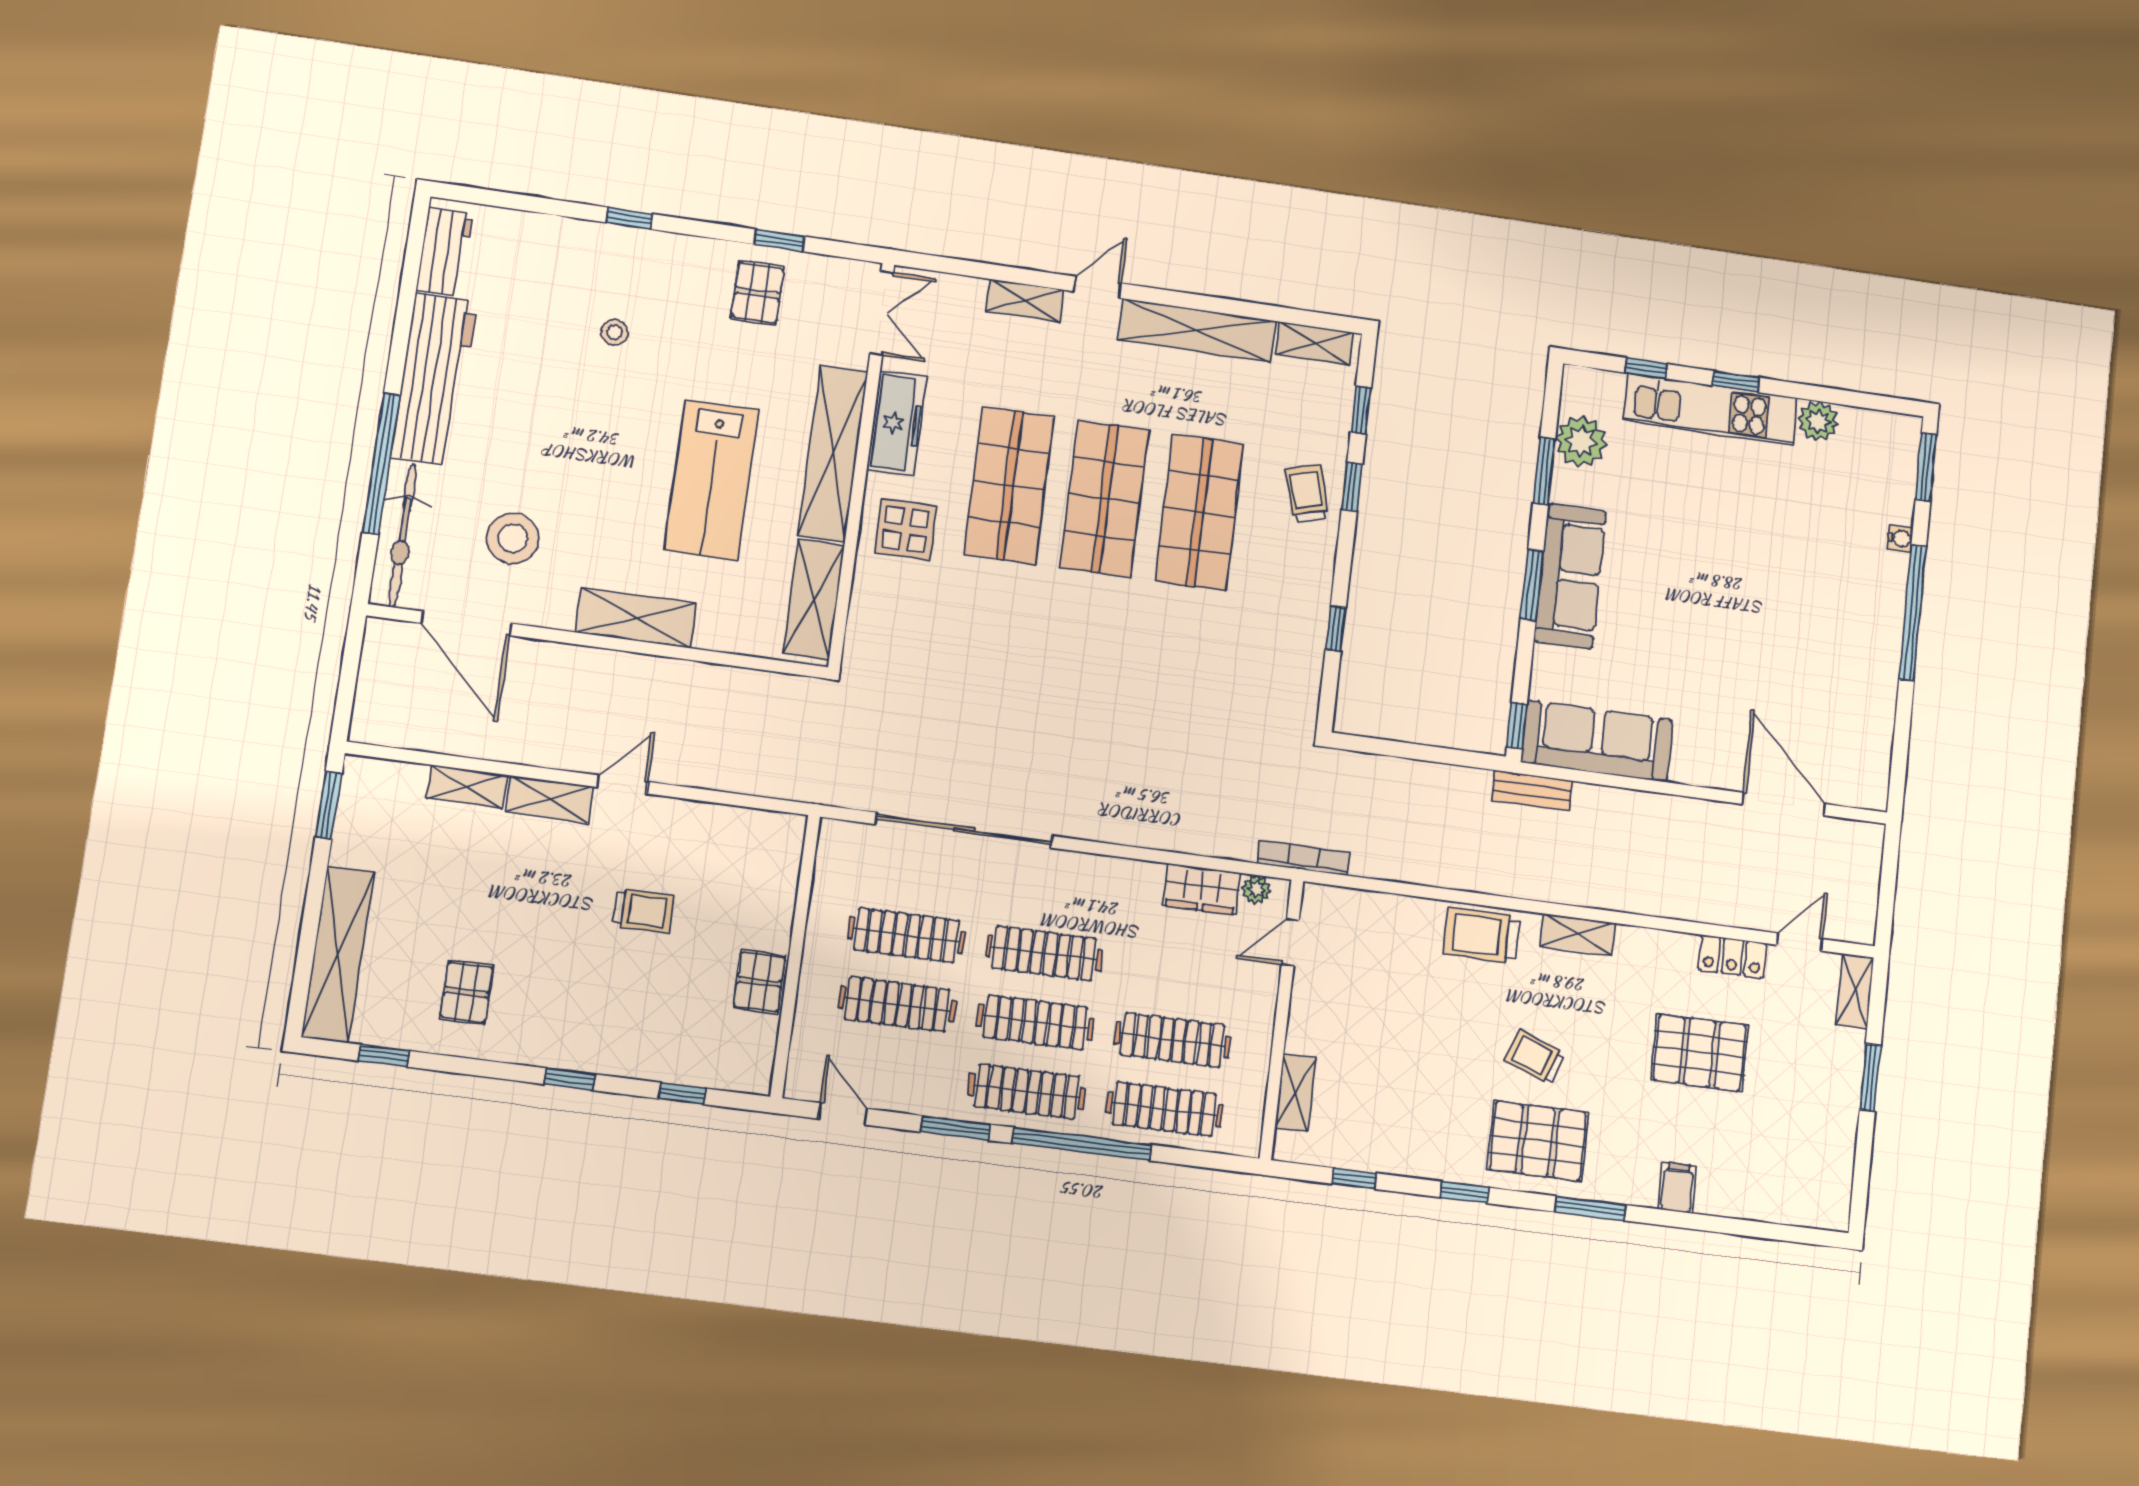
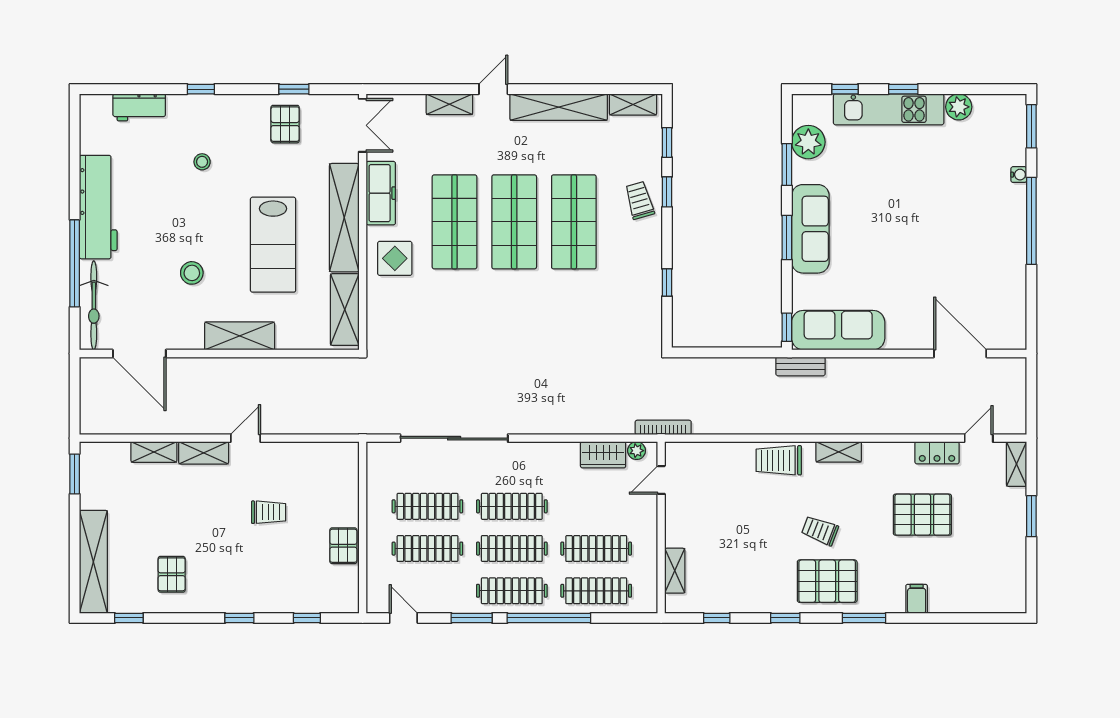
workbench: (445, 252) -> (139, 107), moved, turned 90
stool: (513, 538) -> (192, 273), moved, width x0.73, depth x0.73

